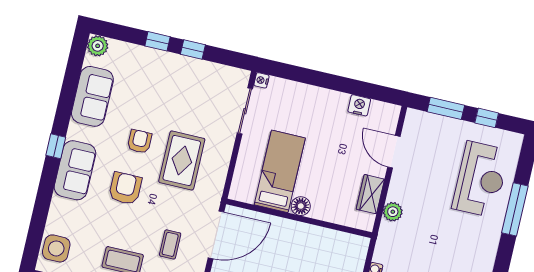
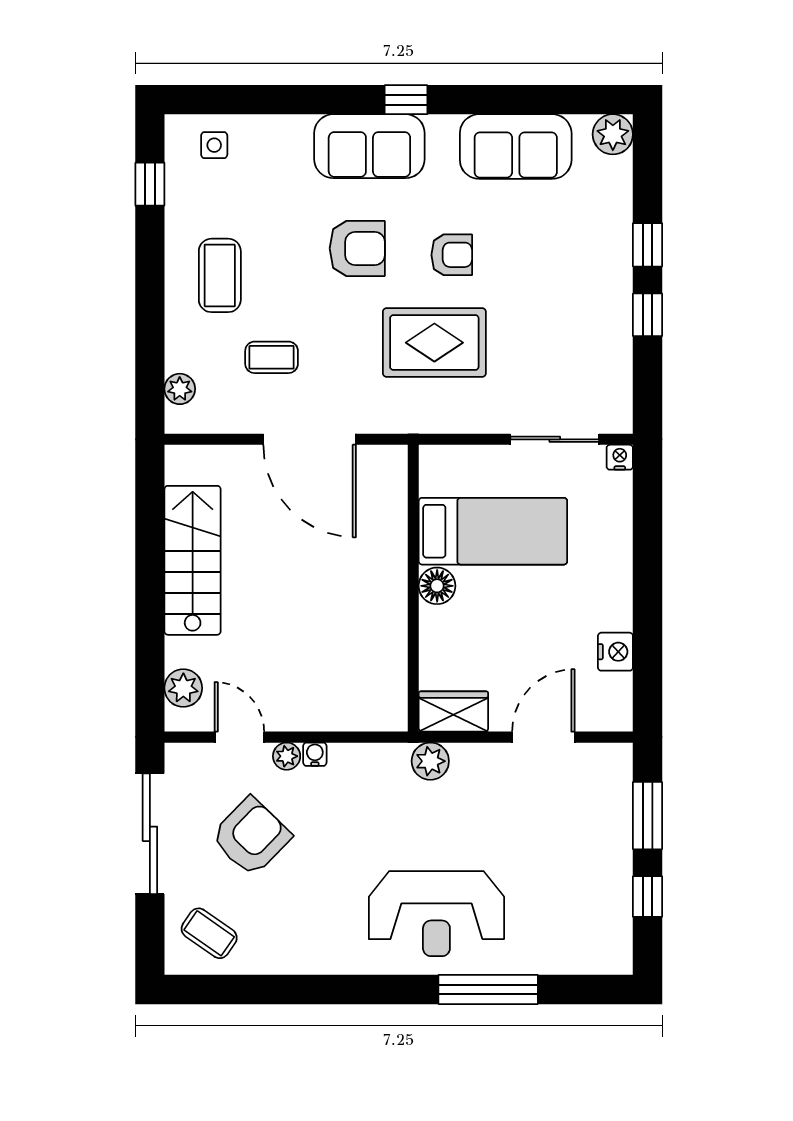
bed: (280, 171) -> (493, 531), moved
reception desk: (481, 179) -> (436, 914), moved
floor lamp: (301, 206) -> (437, 586), moved
wall: (299, 218) -> (413, 588), moved
side table: (56, 248) -> (214, 145), width x0.54, depth x0.54

